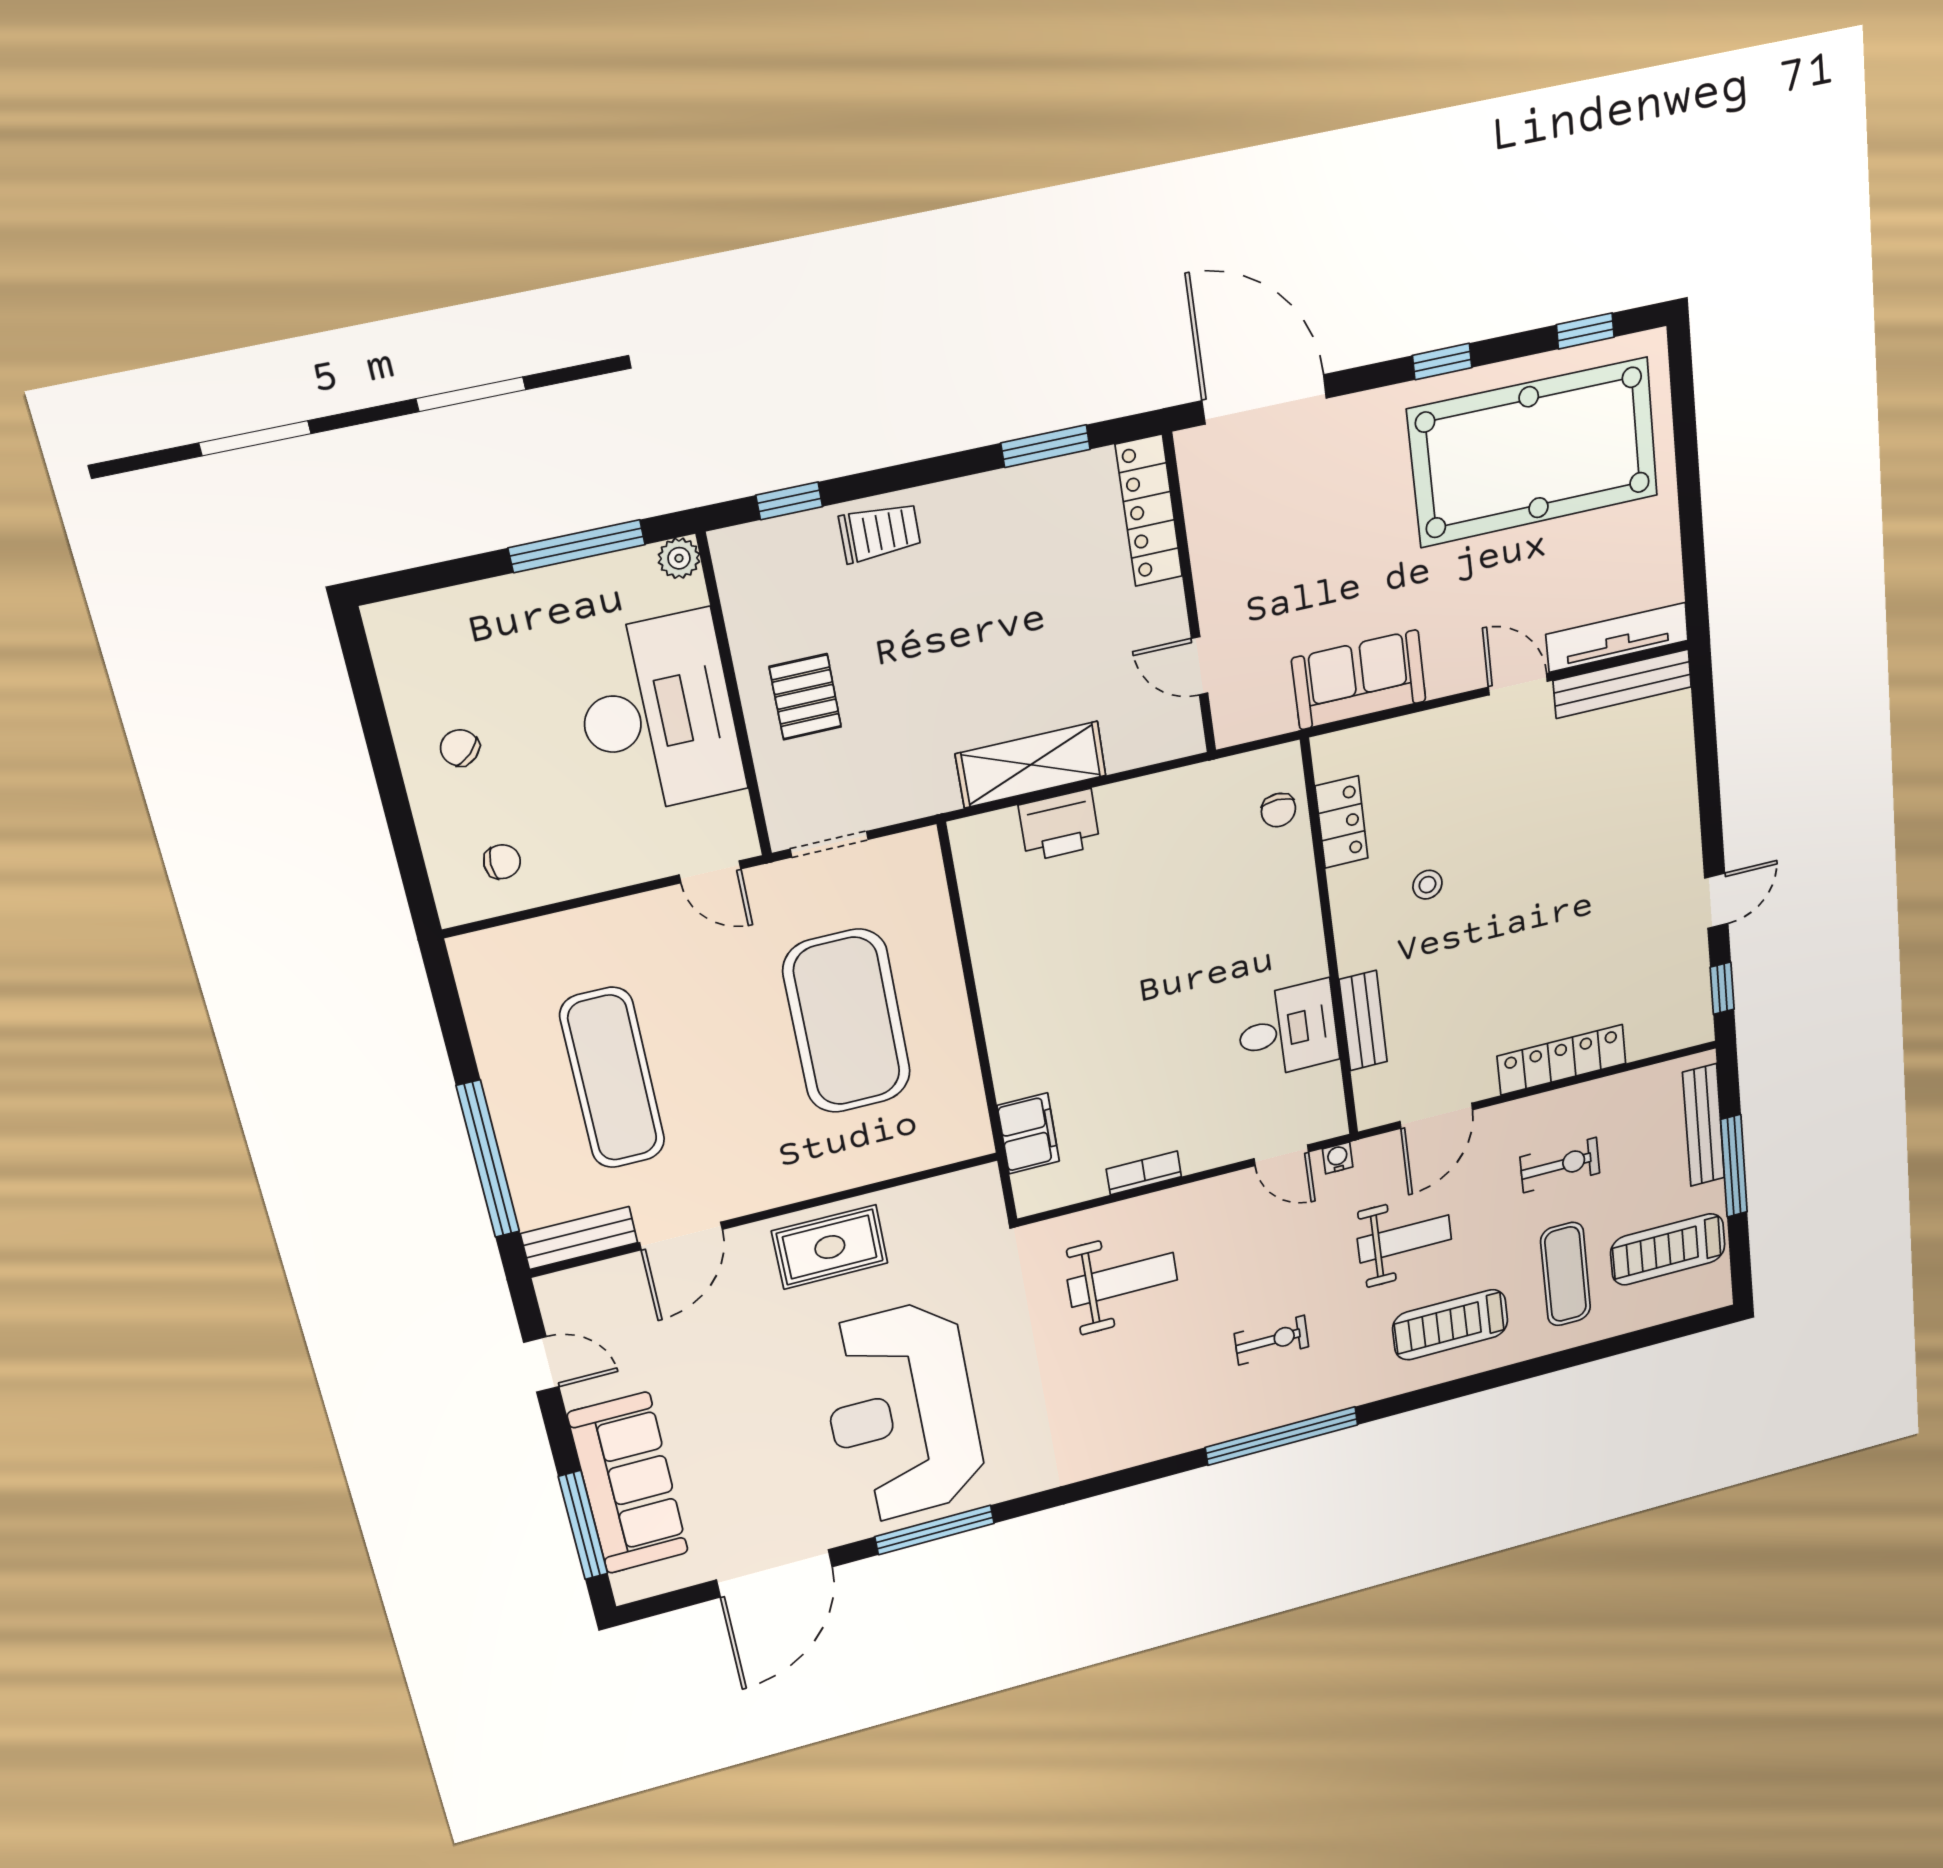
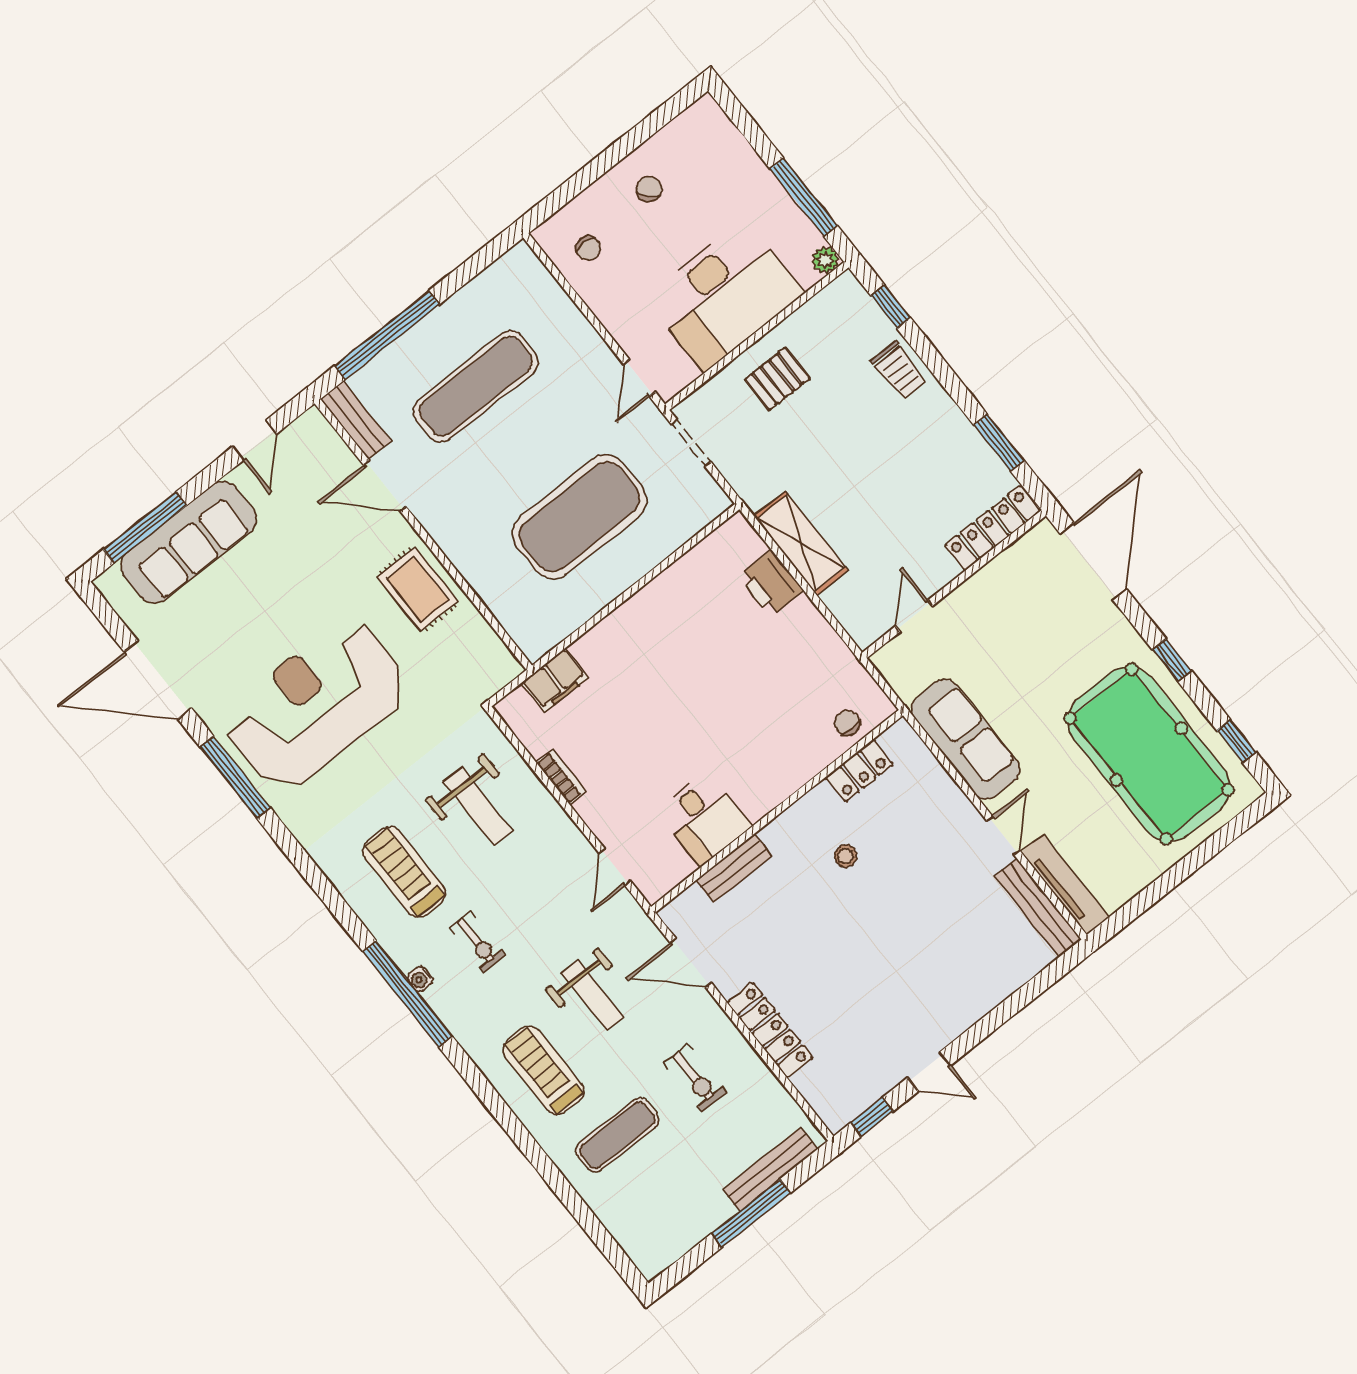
sofa: (1359, 680) -> (966, 739), width x1.36
chair: (1278, 810) -> (847, 723), turned 90
water cooler: (1338, 1158) -> (420, 979), moved, turned 180
treadmill: (1668, 1249) -> (404, 872), moved

